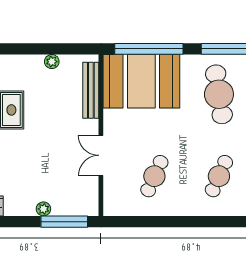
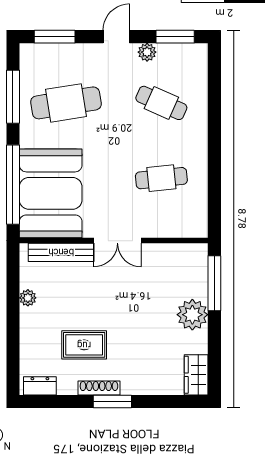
double door: (101, 155) -> (117, 241), moved
cafe table: (154, 176) -> (161, 178), turned -30
plant: (43, 209) -> (192, 315), width x1.88, depth x1.88

